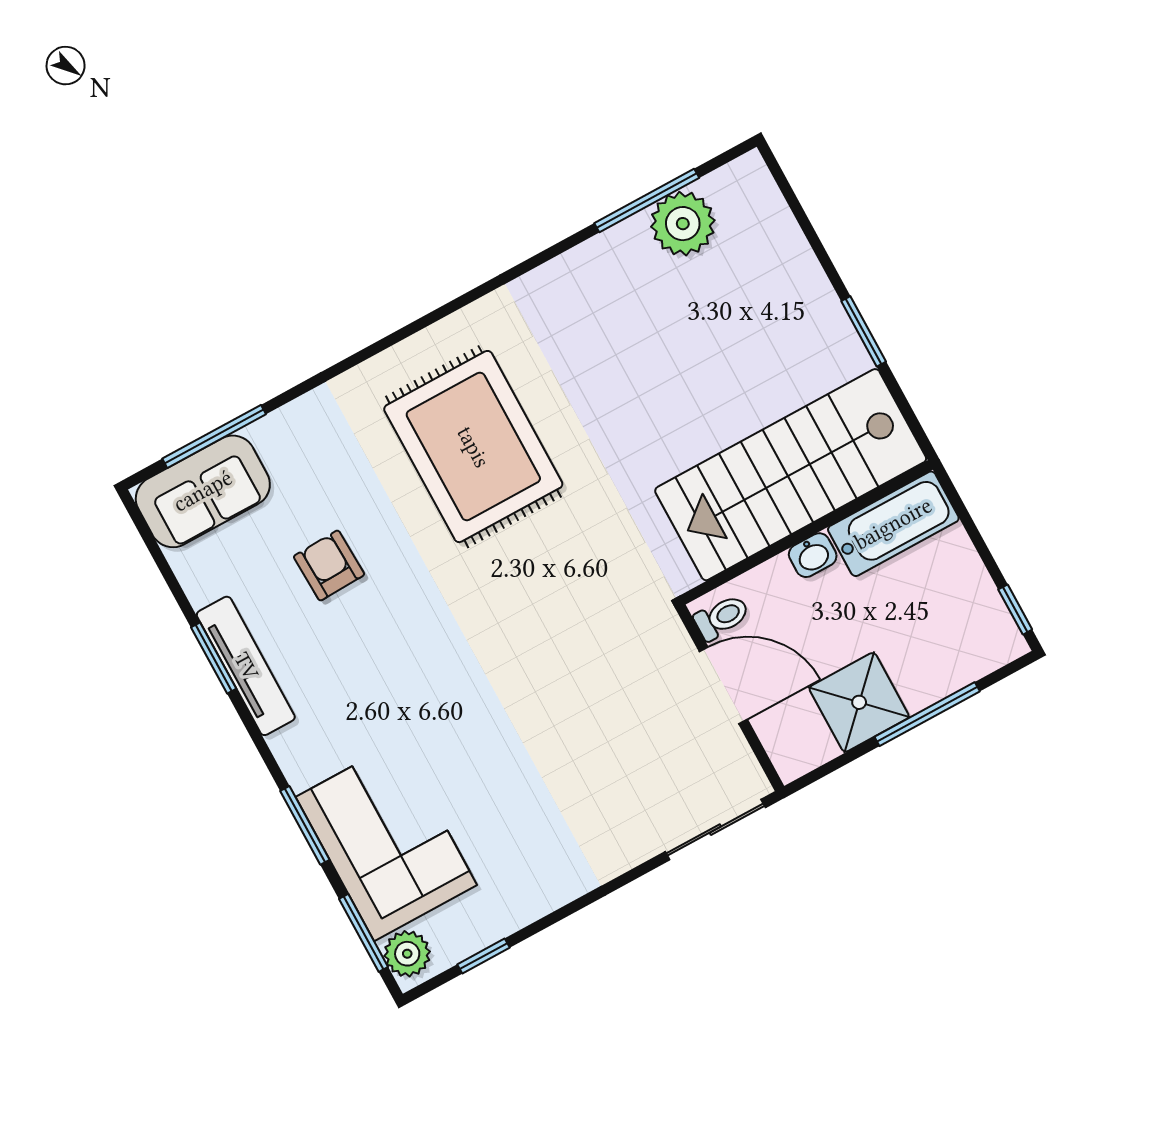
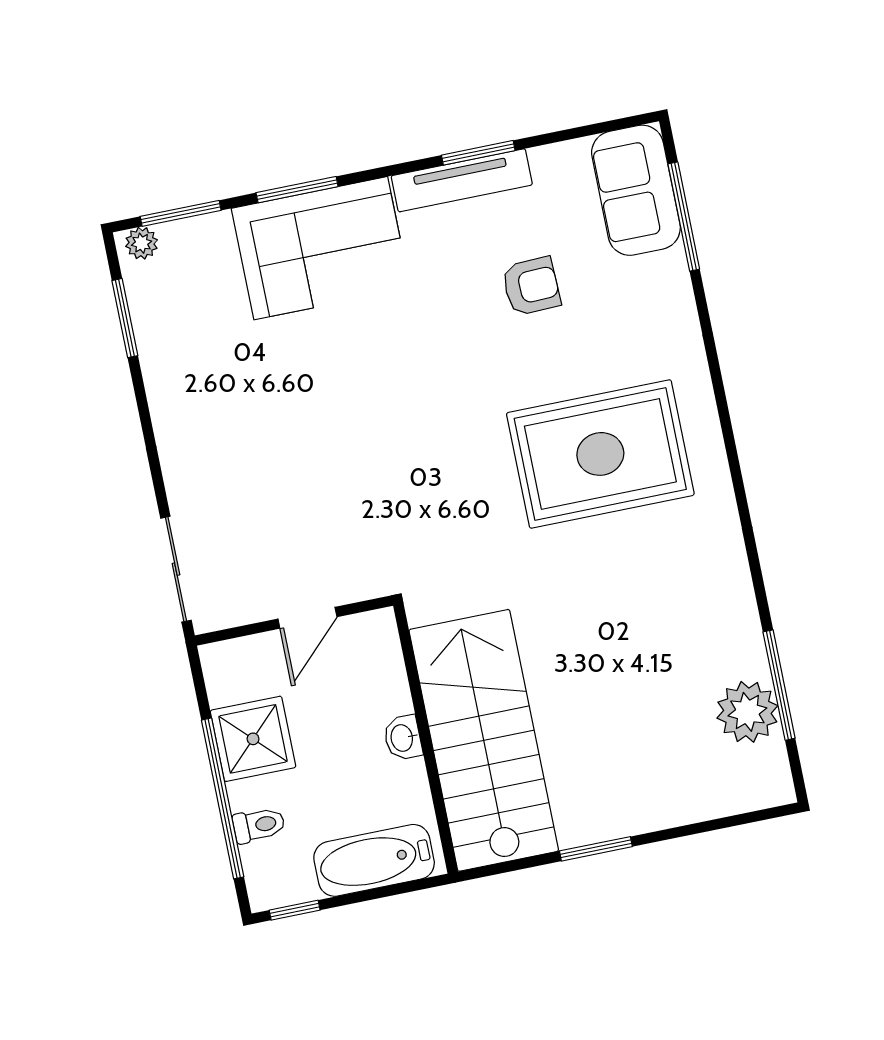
bathtub: (893, 524) -> (374, 860), moved, turned 90
toilet: (722, 617) -> (259, 825), moved, turned -90
door: (723, 685) -> (307, 618), width x0.73
window: (927, 714) -> (223, 798), width x1.46
corner sofa: (386, 841) -> (321, 248), moved
plant: (407, 954) -> (142, 243), width x0.73, depth x0.73
window: (484, 956) -> (125, 318), width x1.50

